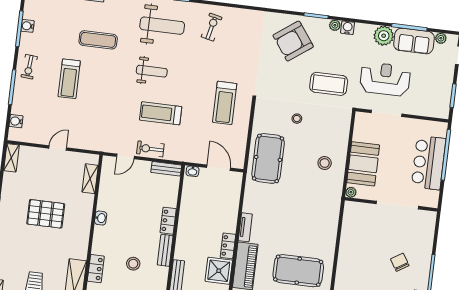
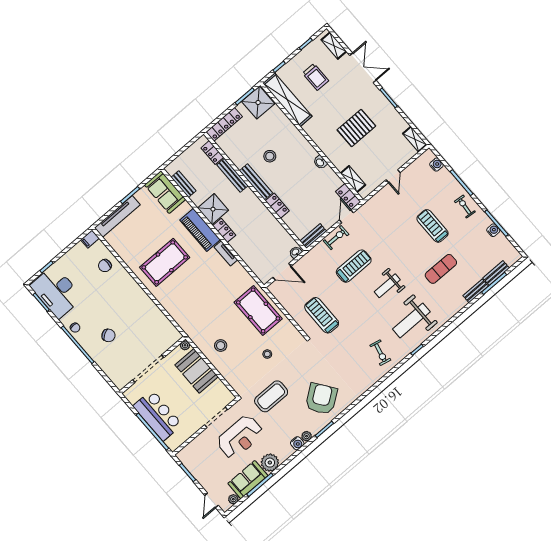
bench: (165, 250) -> (256, 182), width x1.36
locker: (96, 269) -> (348, 197), moved

